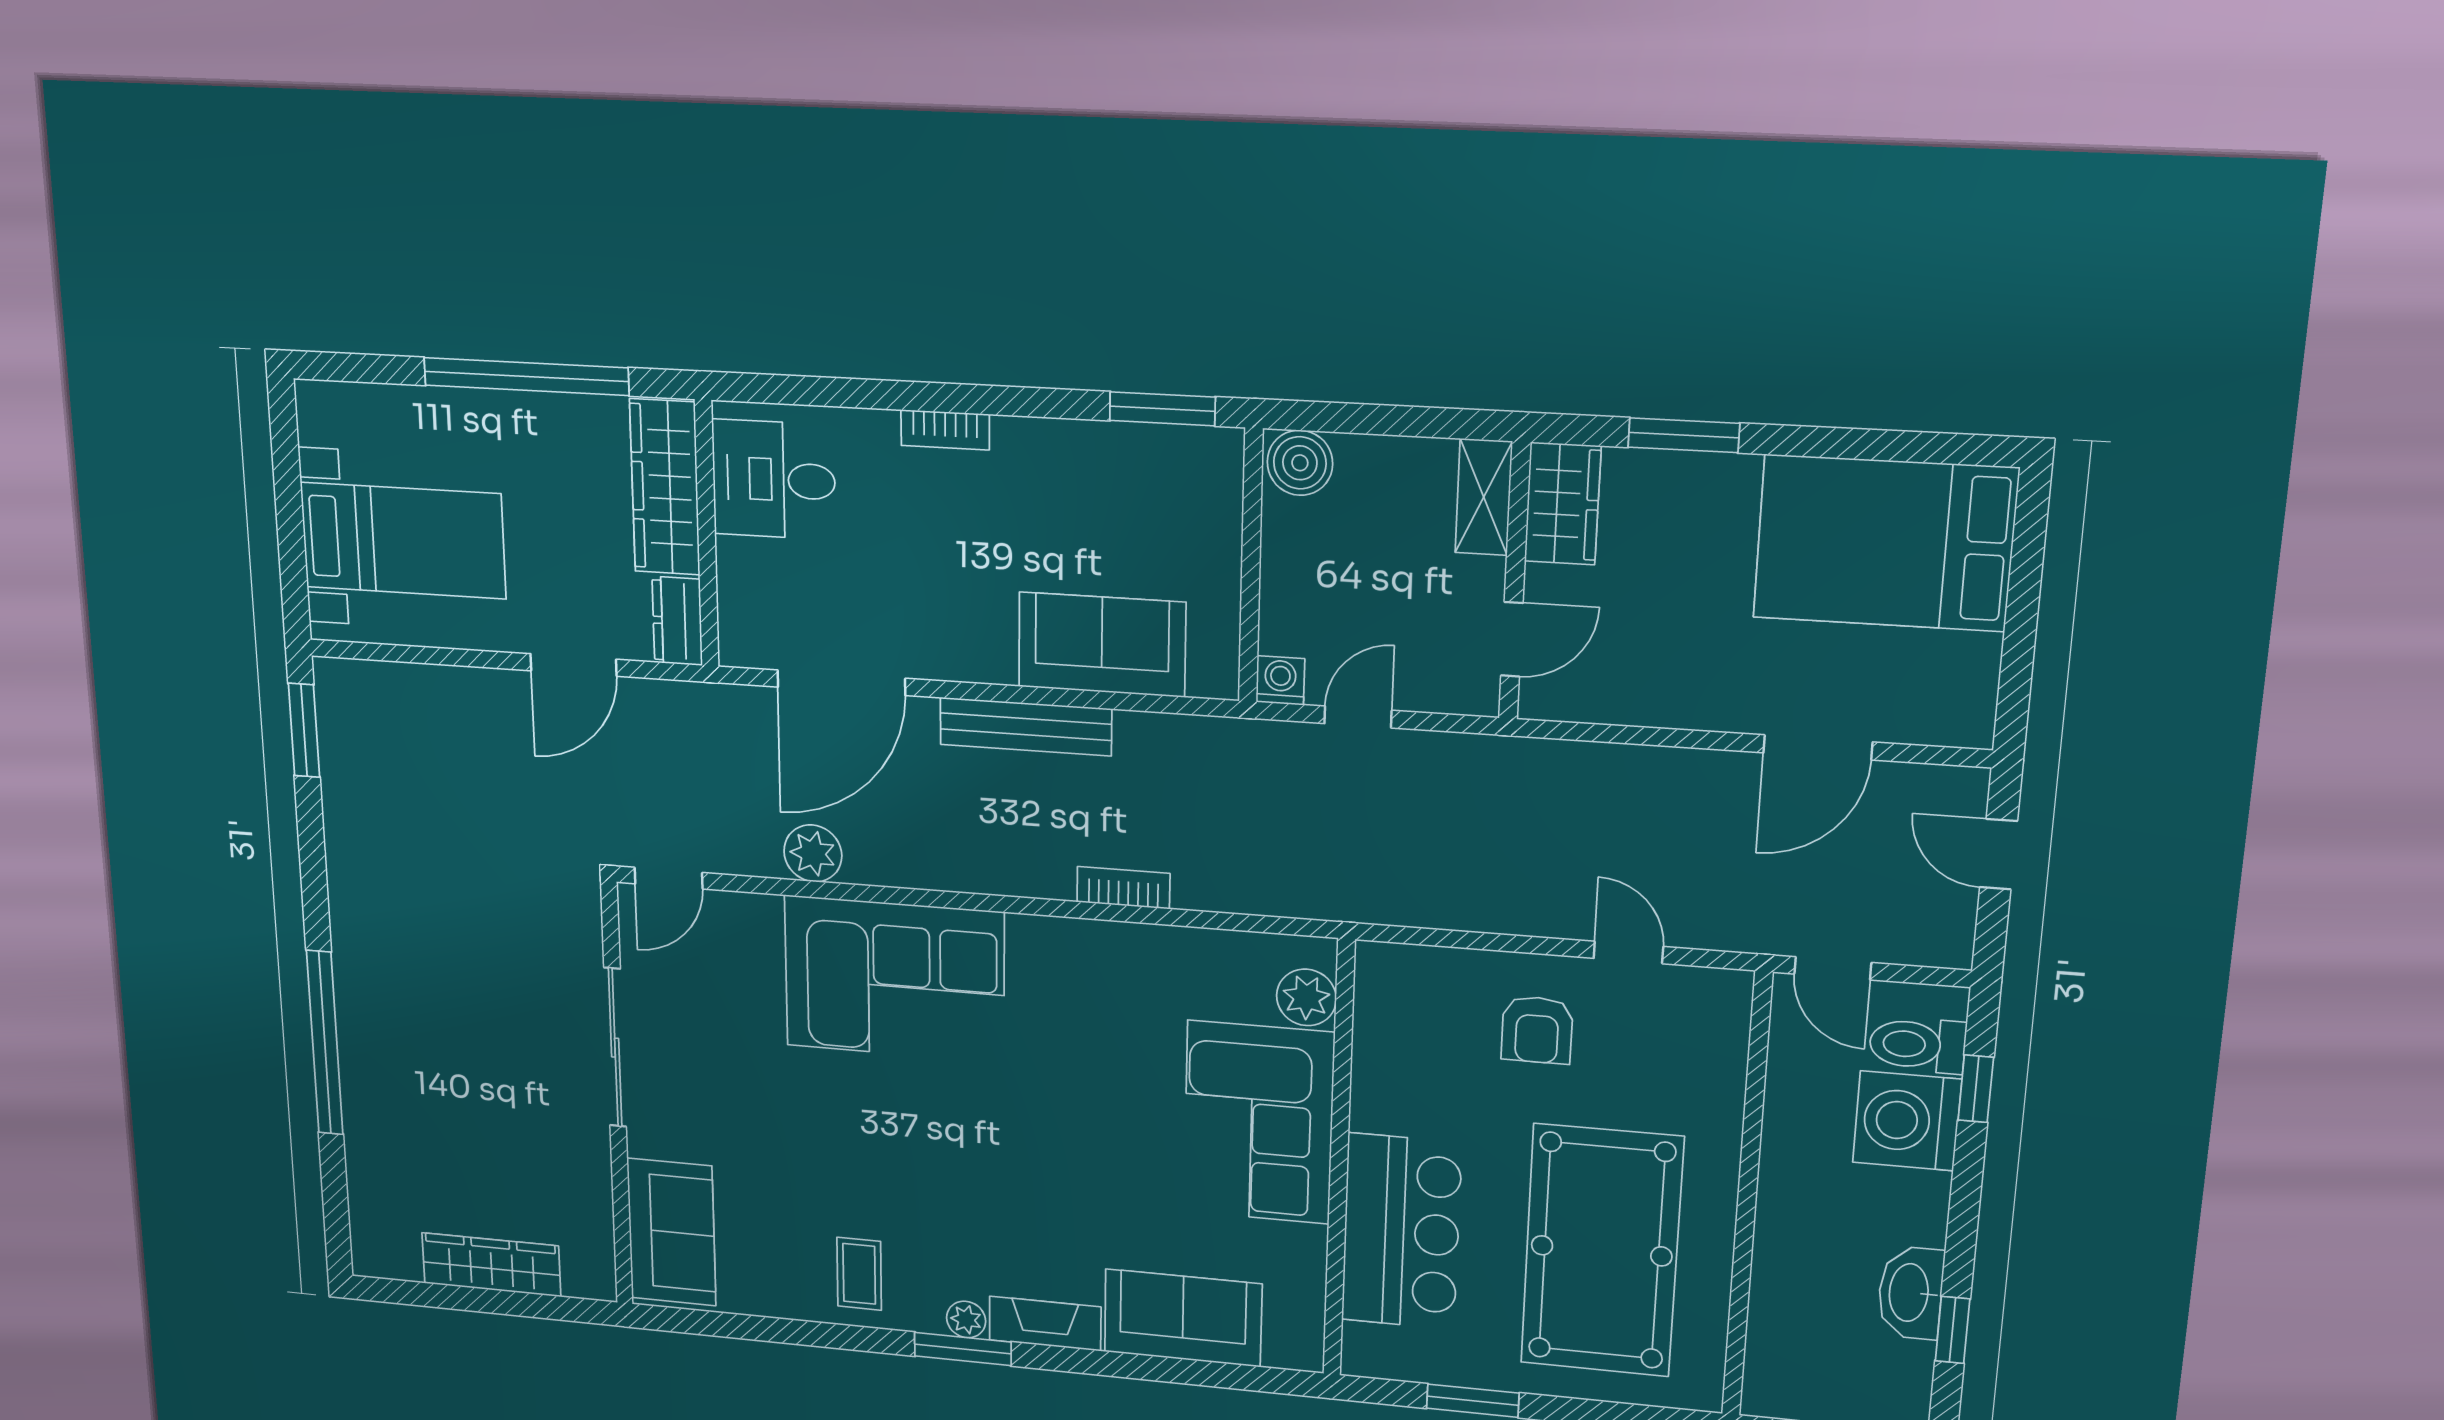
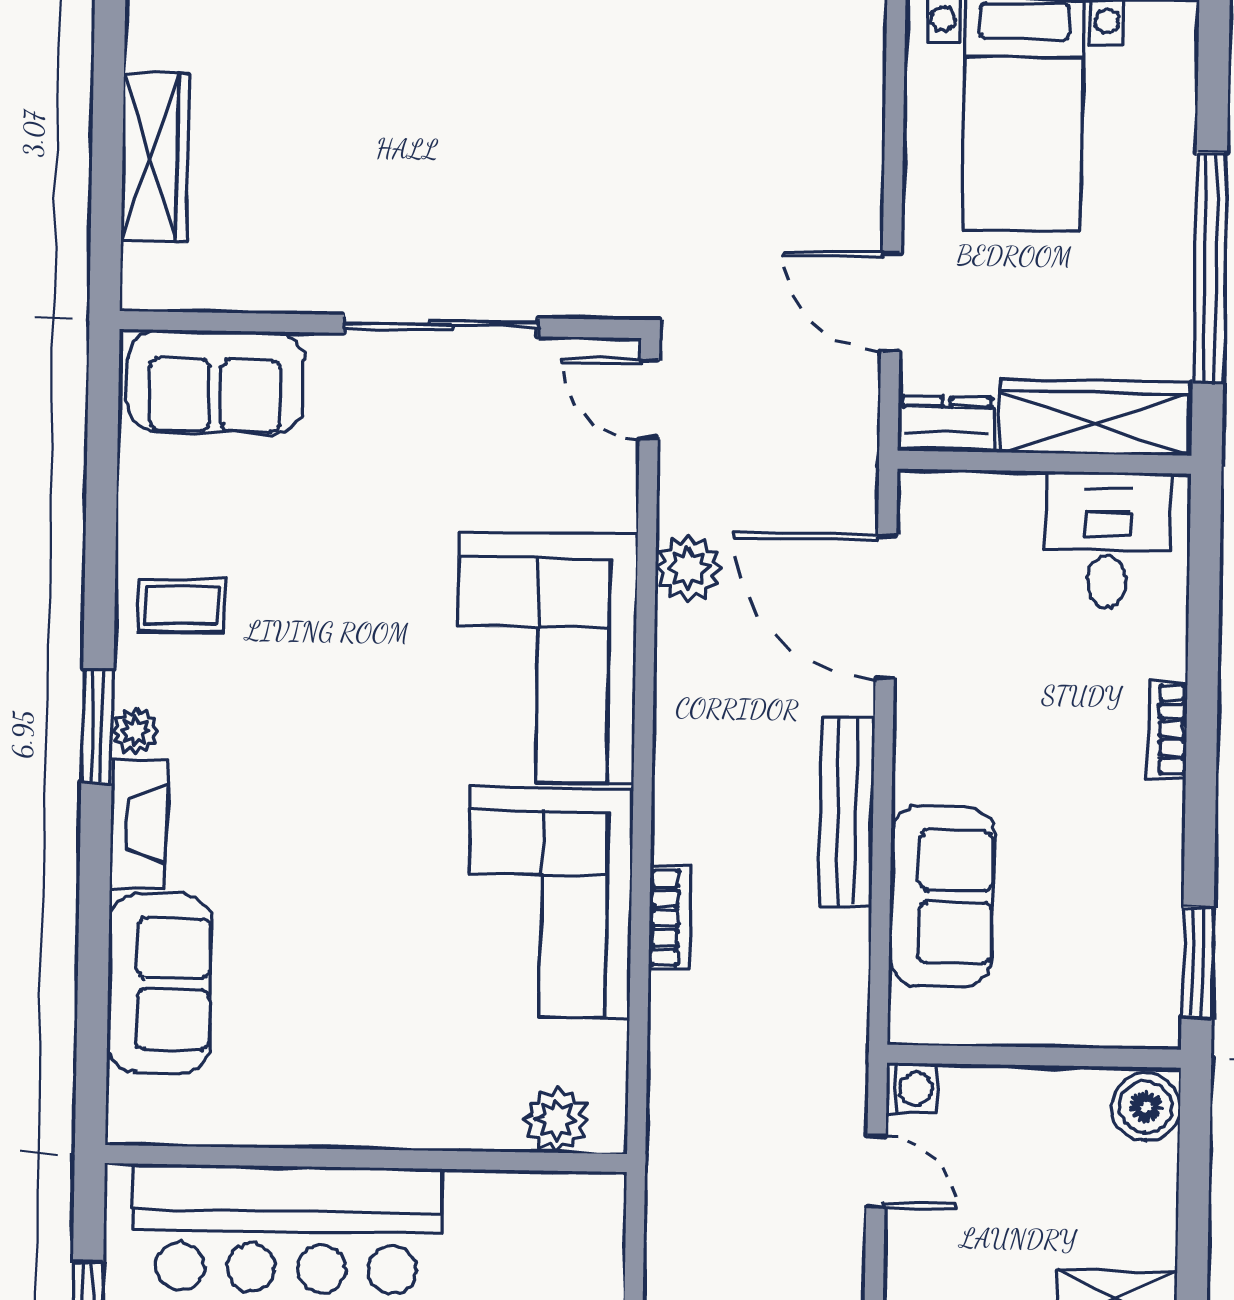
corner sofa: (1259, 1123) -> (550, 902), moved, turned -90
bar counter: (1401, 1232) -> (287, 1229), width x1.36

